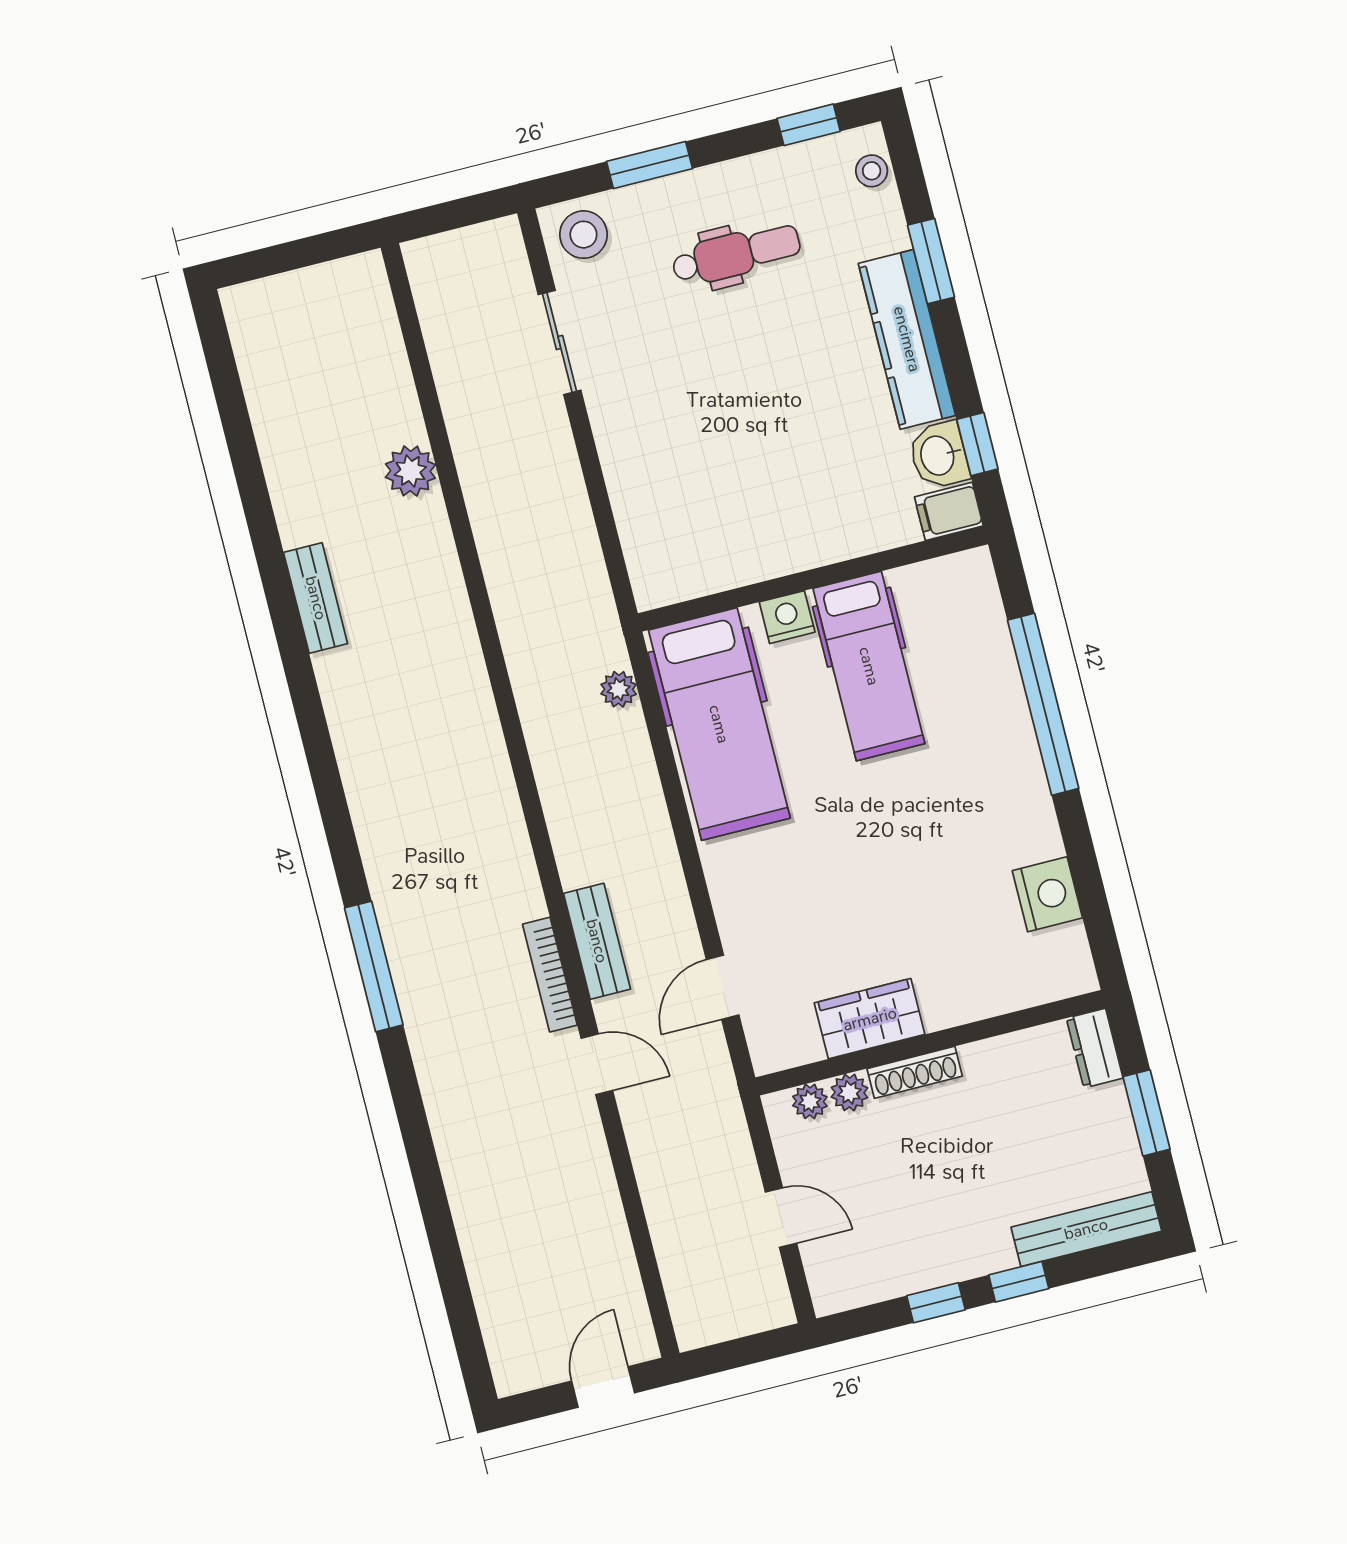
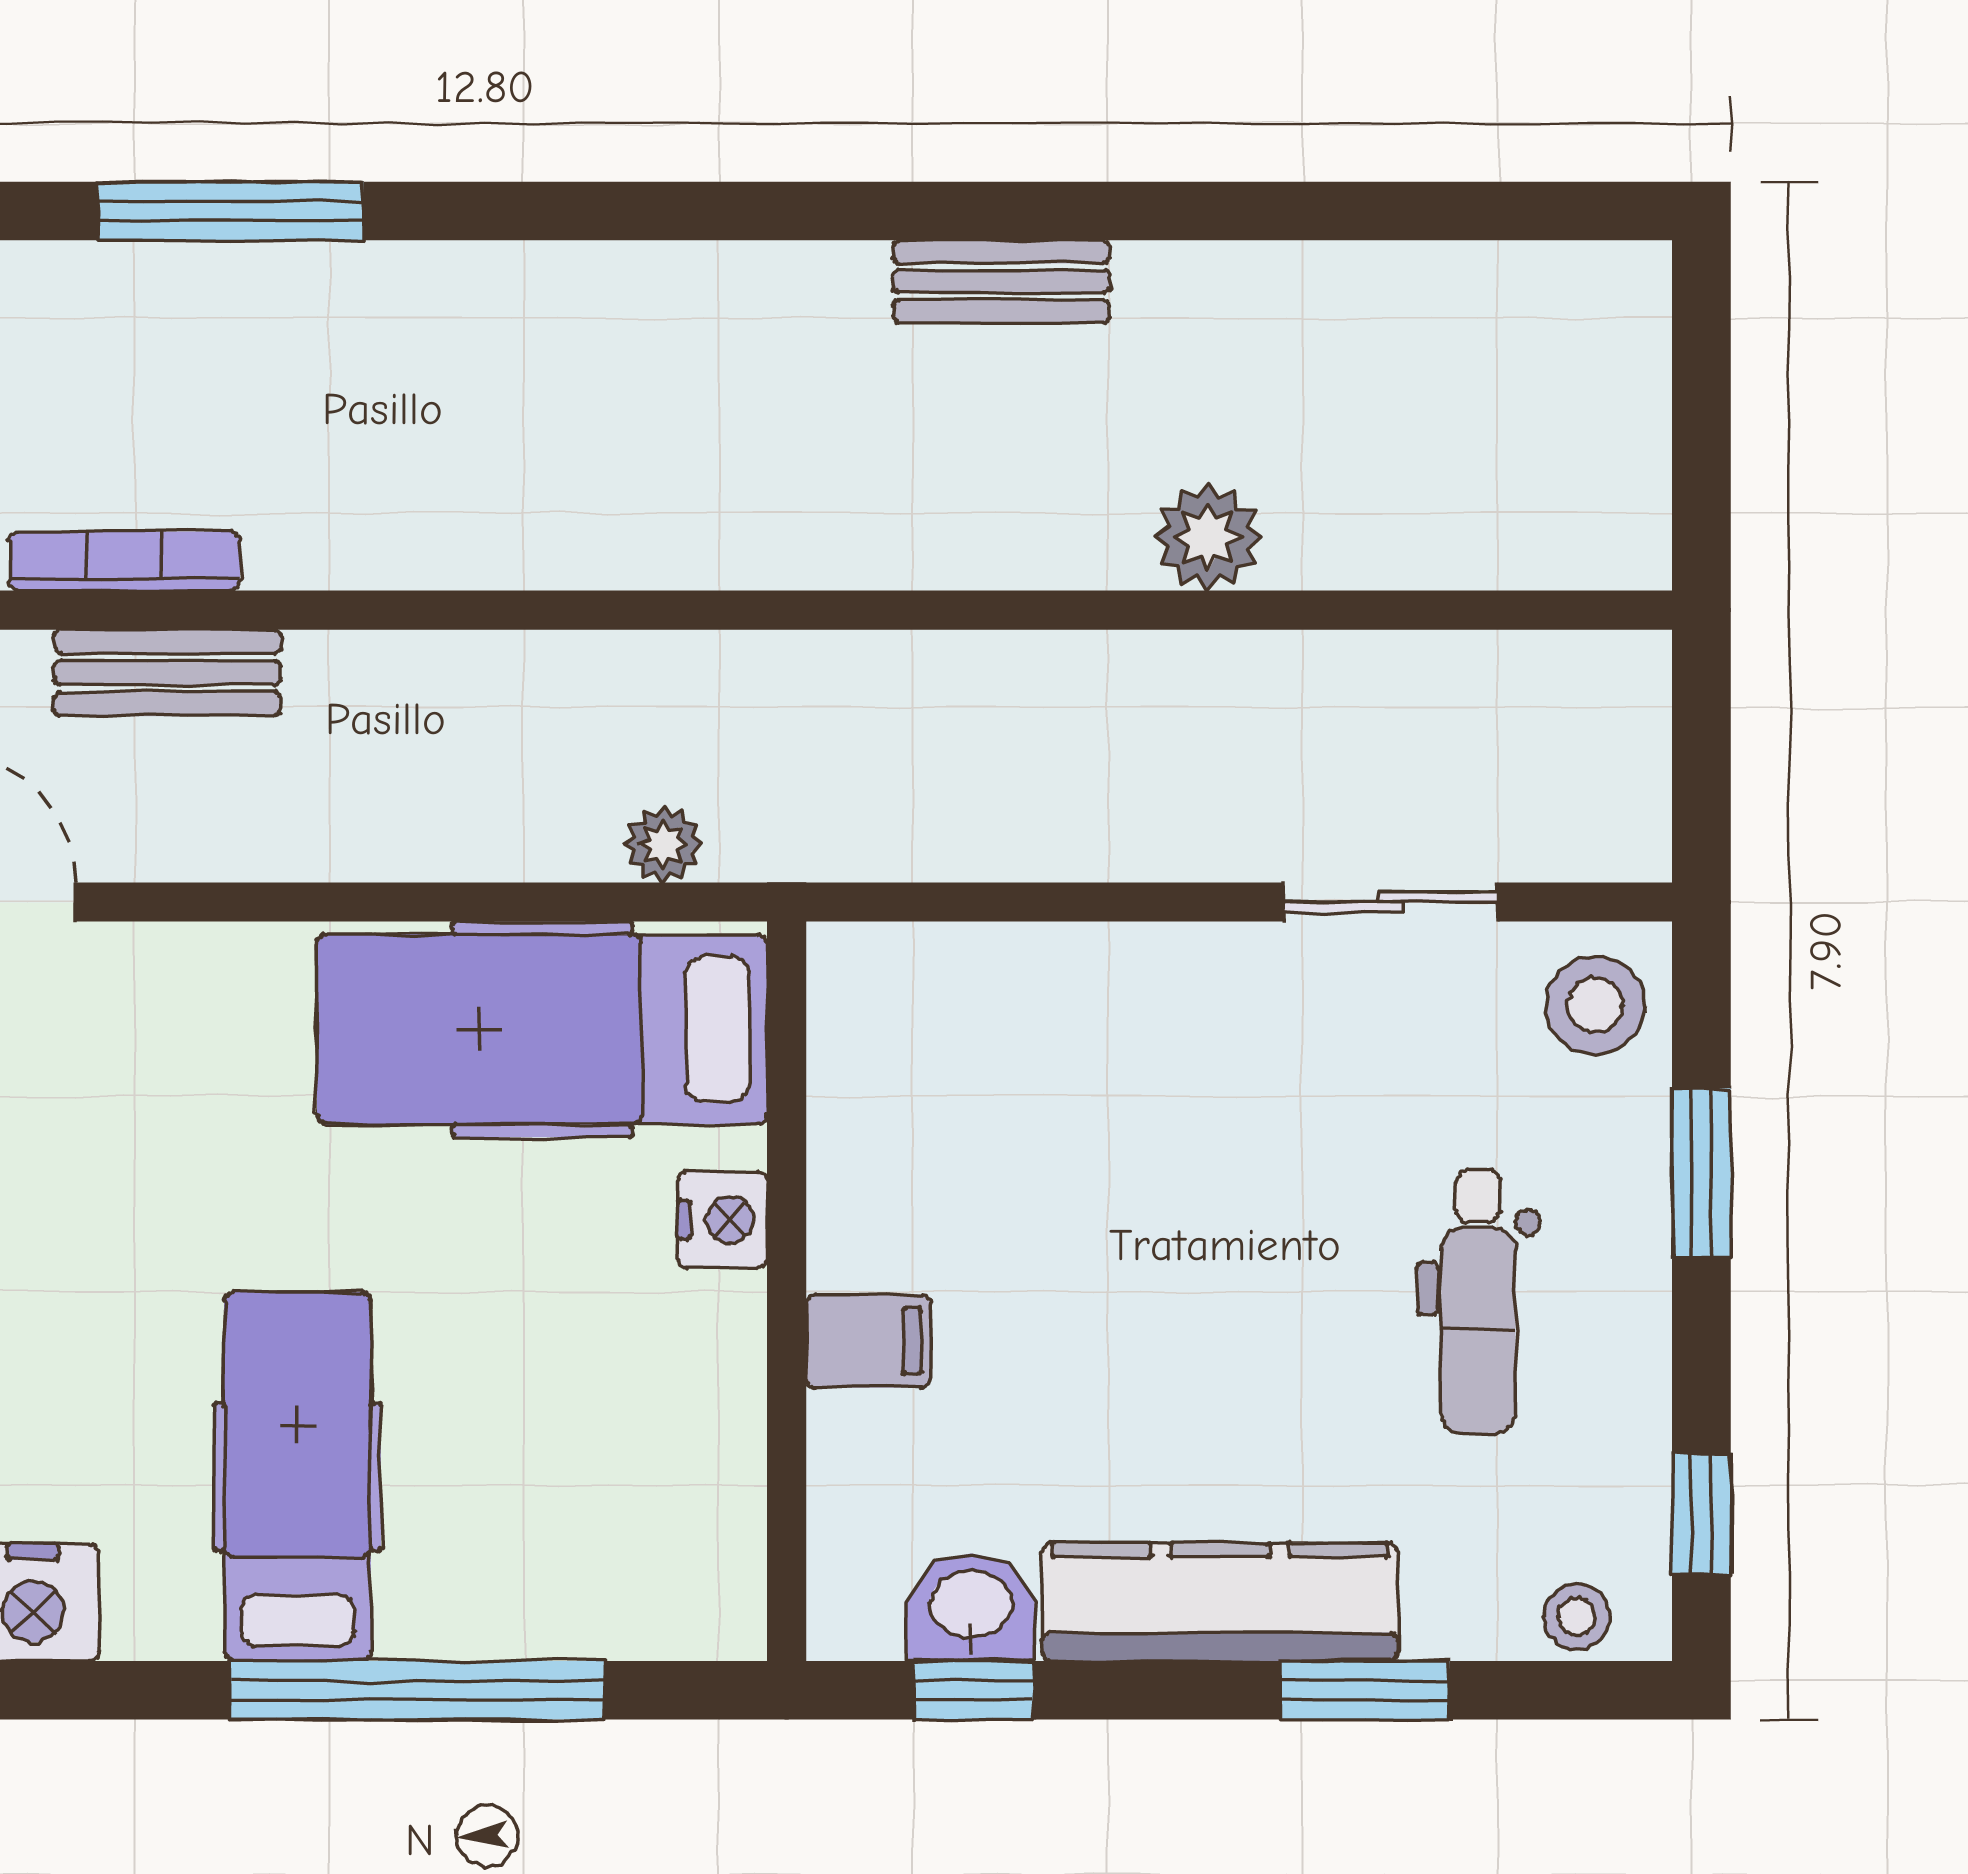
filing cabinet: (949, 511) -> (868, 1341), moved, turned 90
hospital bed: (869, 666) -> (298, 1477), moved, turned 90

